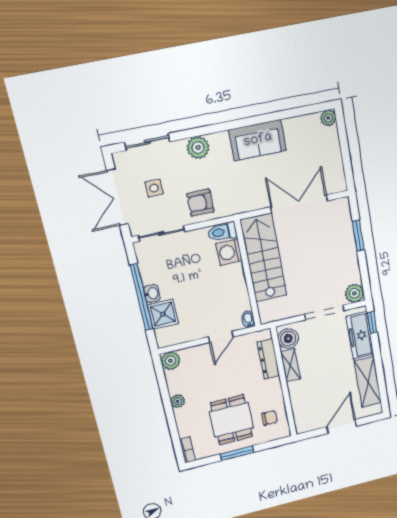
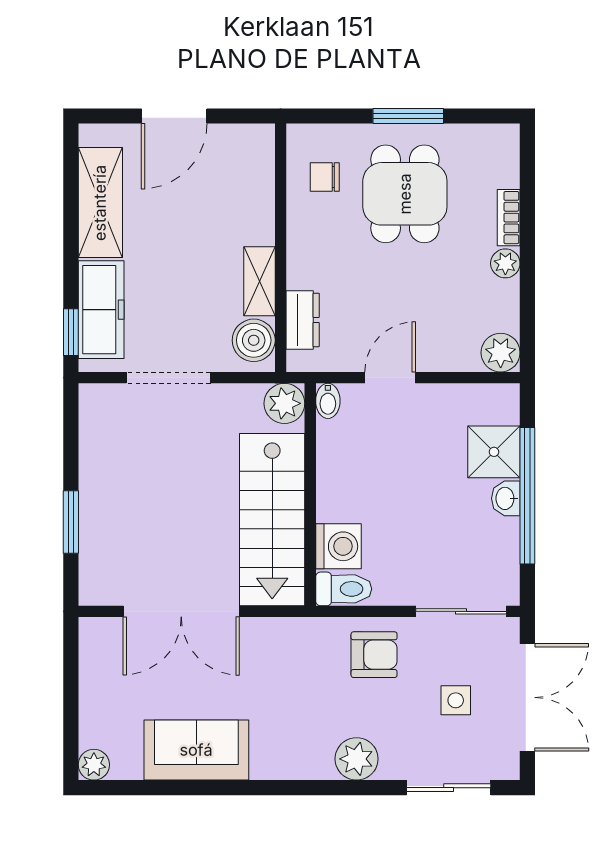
sofa: (258, 140) -> (196, 750), moved
plant: (354, 293) -> (284, 403), moved
dresser: (268, 359) -> (303, 320), width x0.70
bookcase: (188, 450) -> (509, 218), moved

